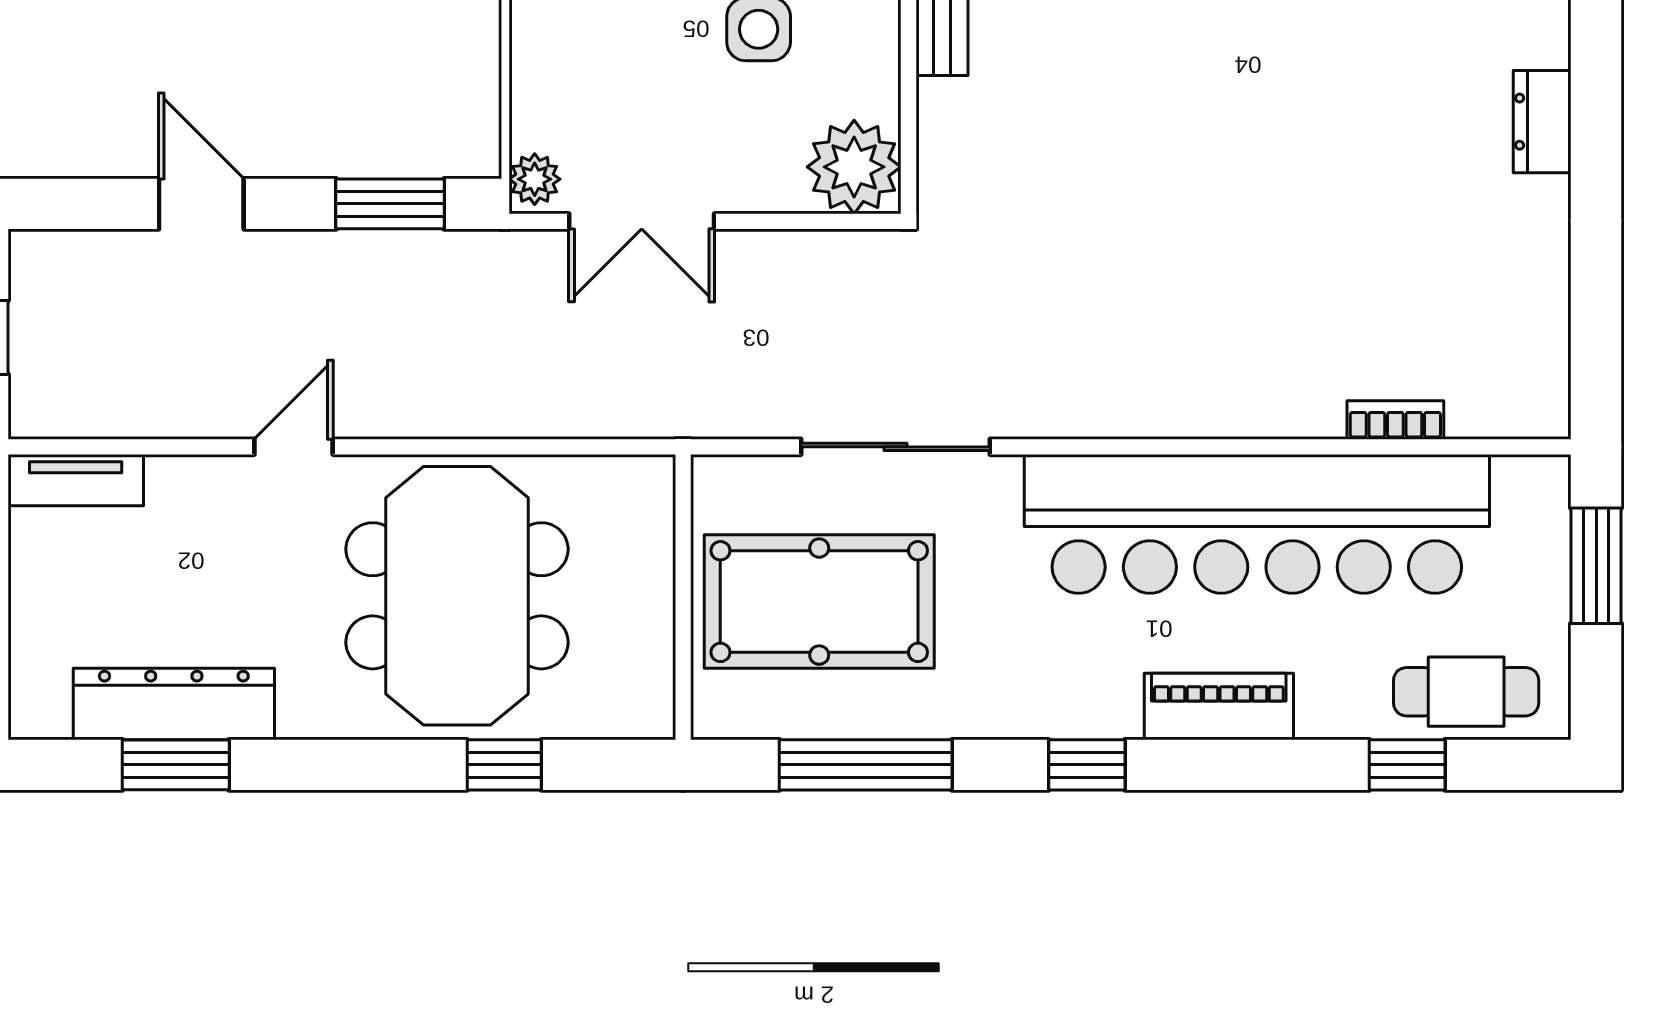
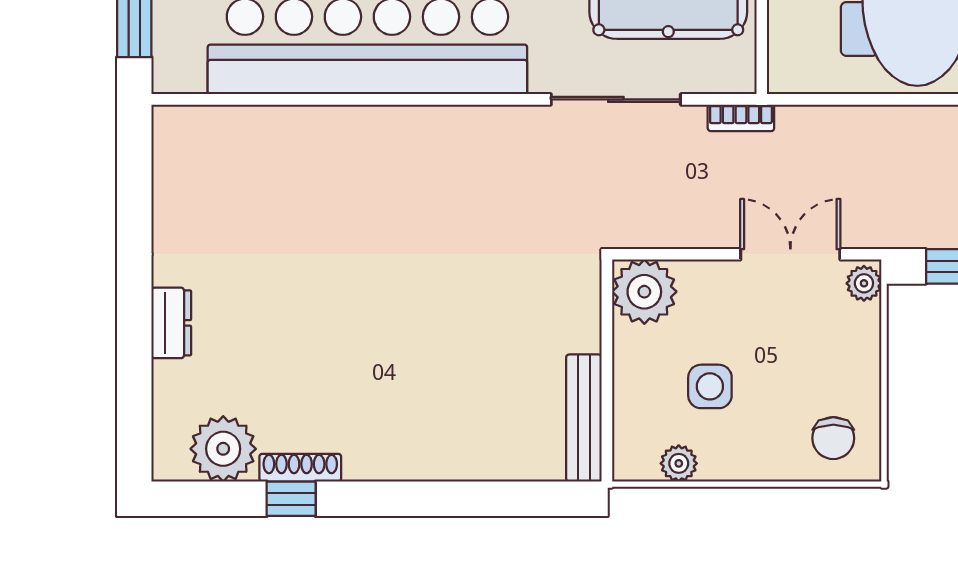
bookcase: (1395, 420) -> (741, 118), moved

